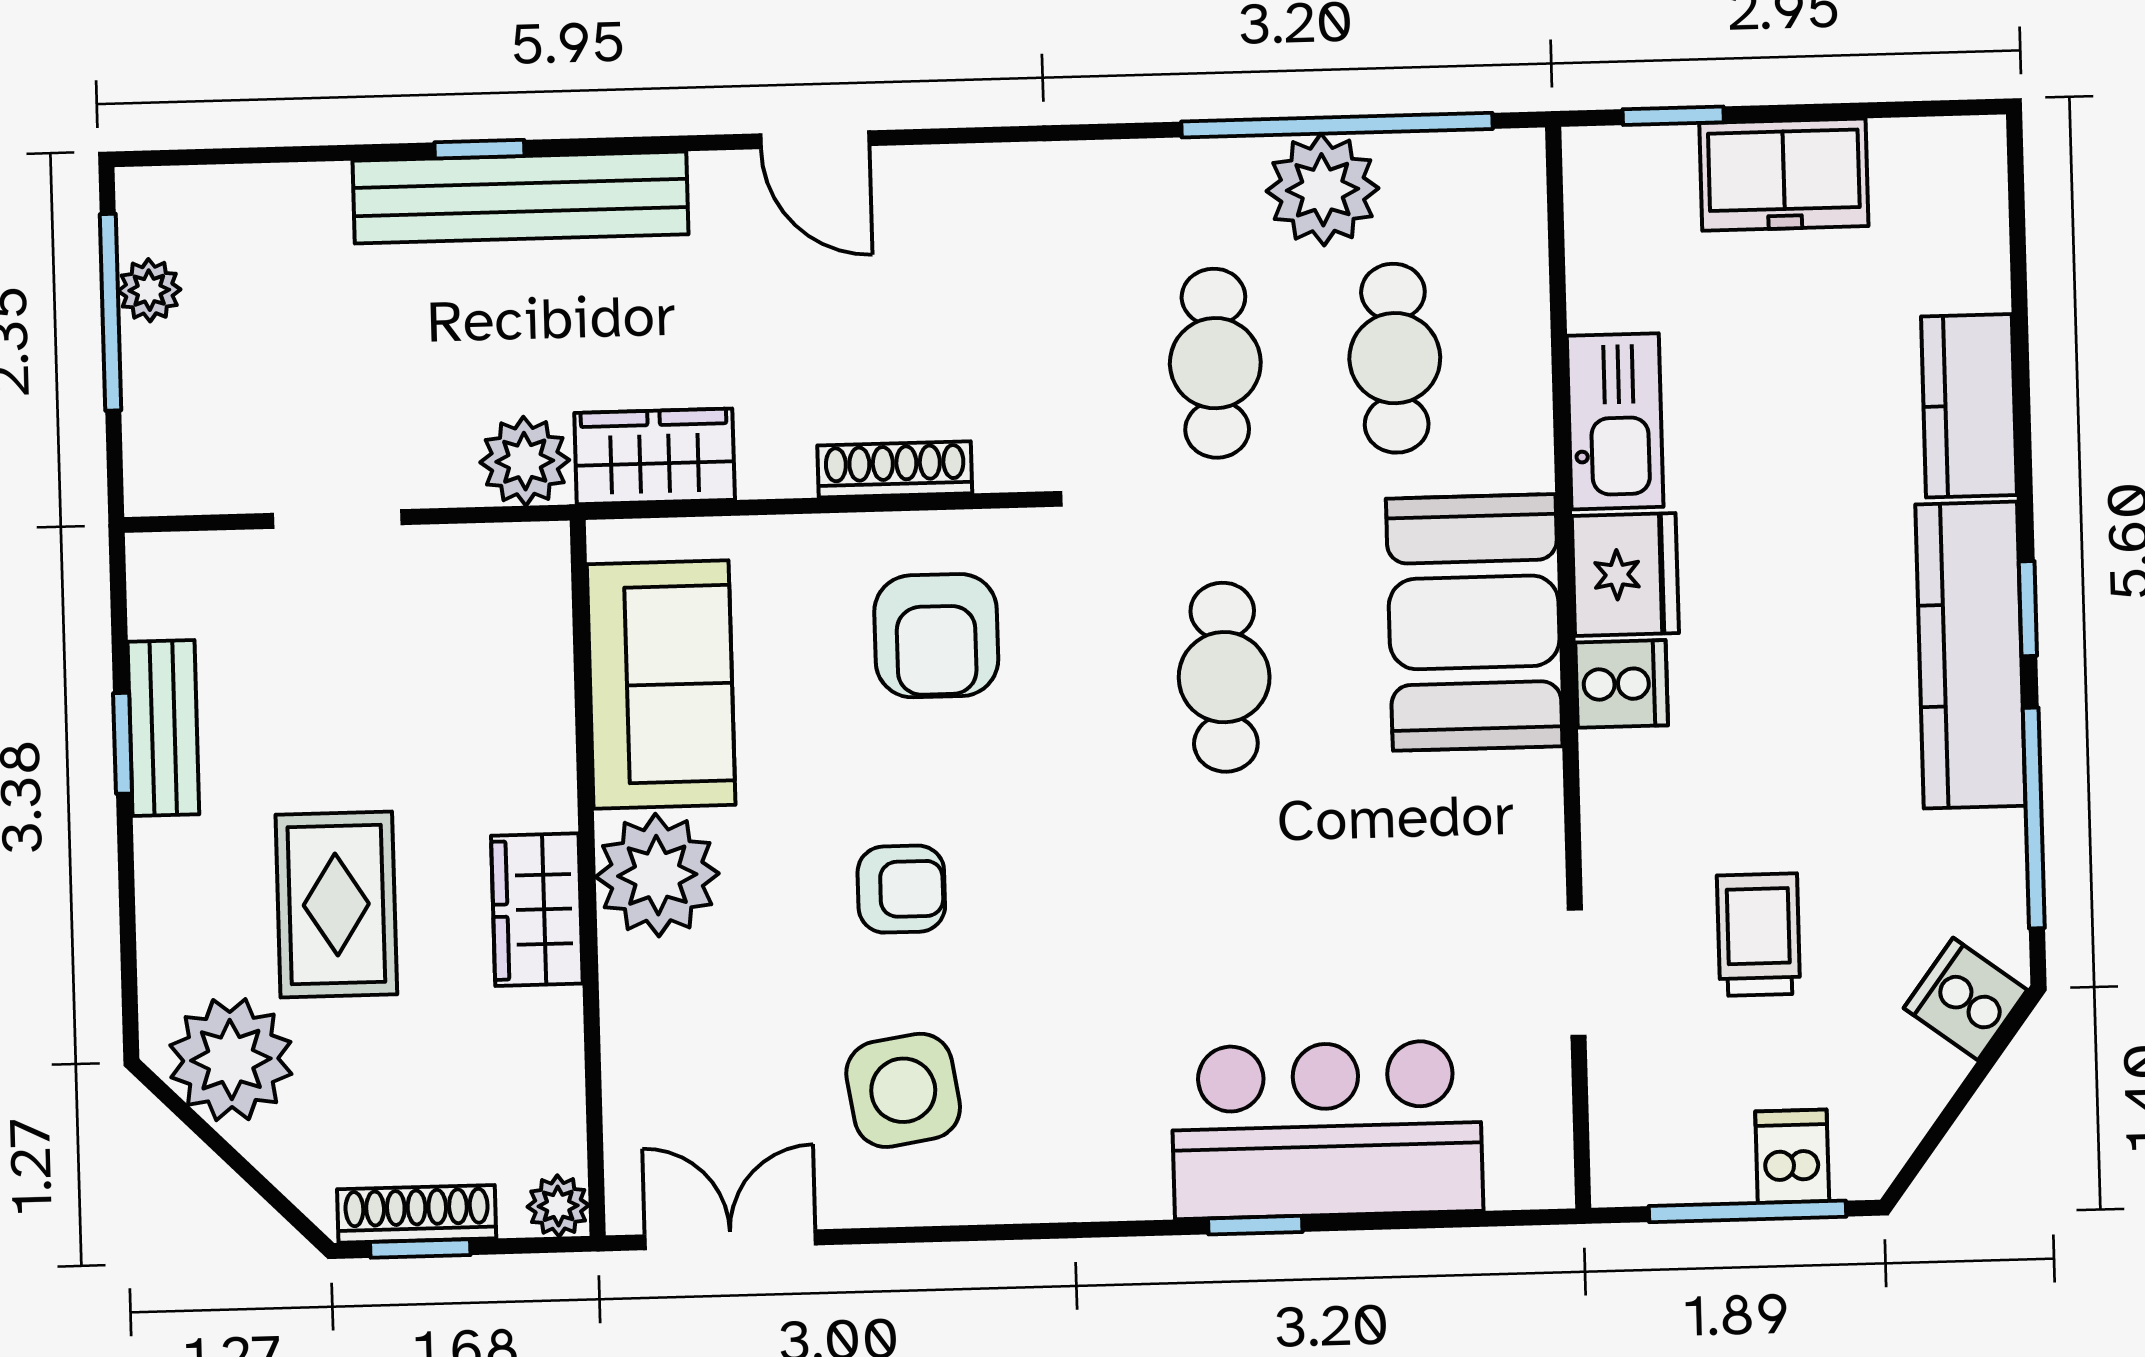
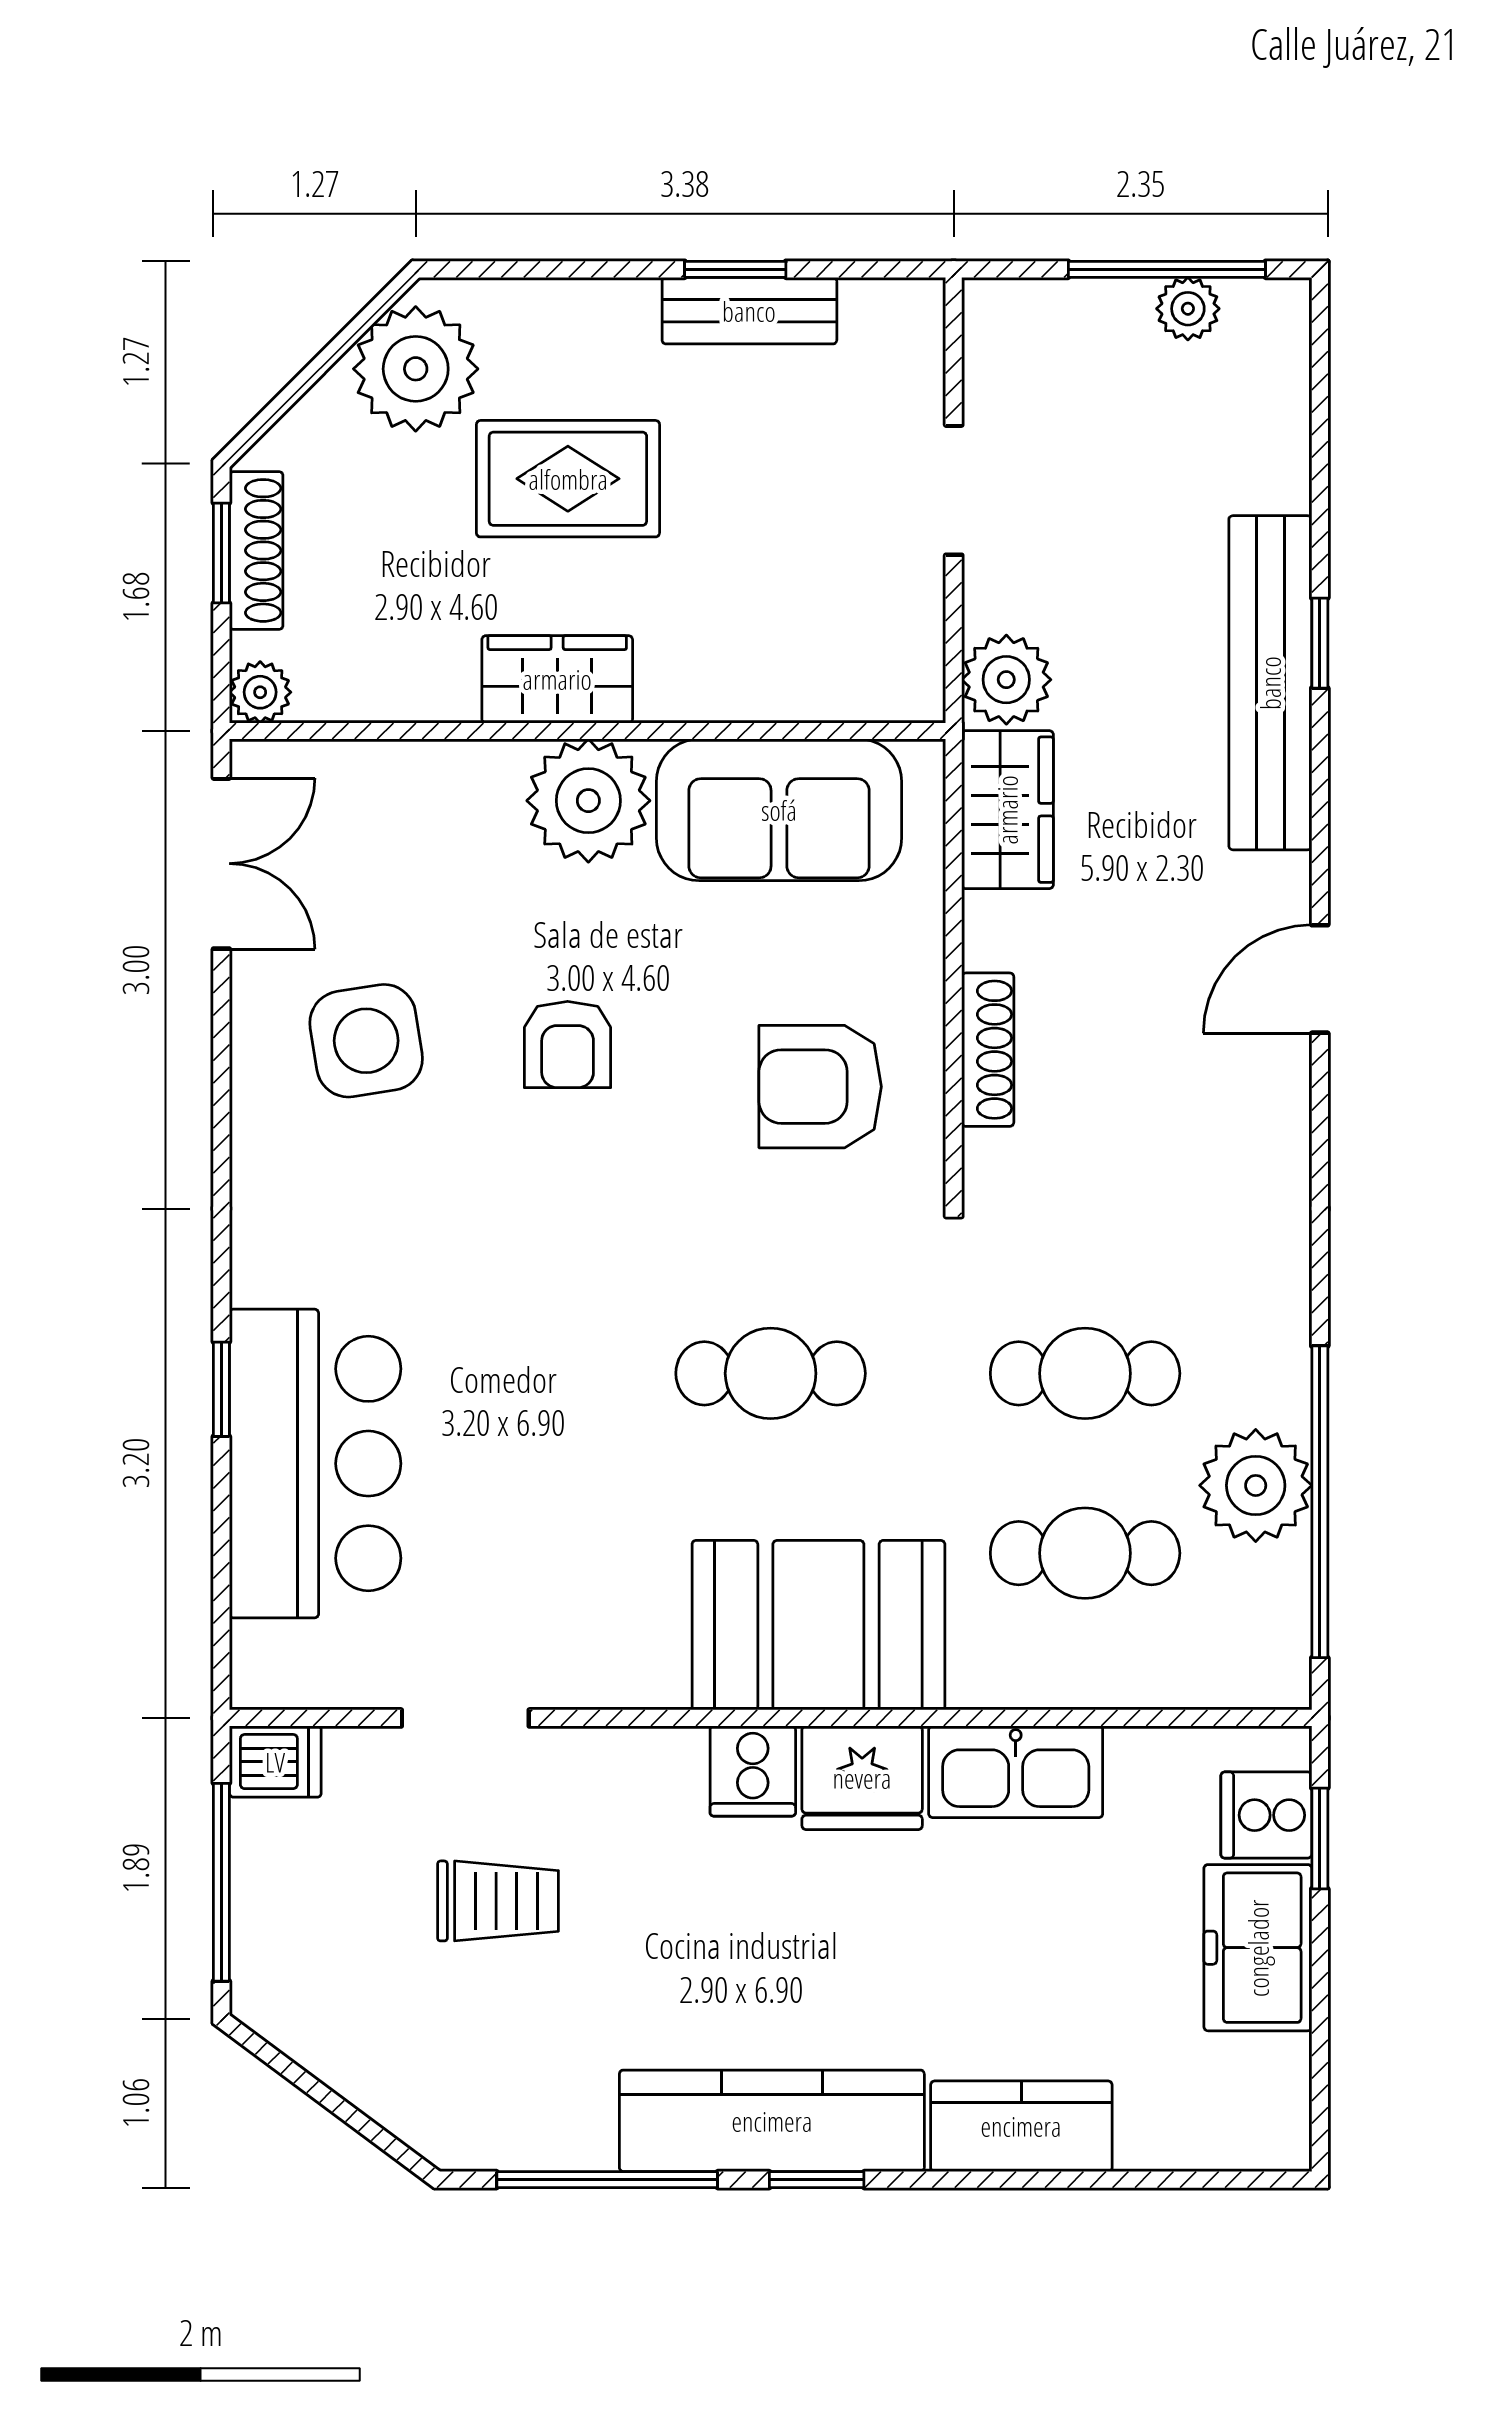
cooker: (1965, 999) -> (1266, 1815), moved, turned -127
dishwasher: (1792, 1156) -> (275, 1762), moved

